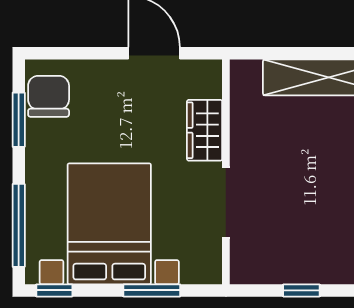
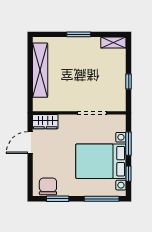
chair: (49, 96) -> (48, 186), turned 90
wardrobe: (205, 130) -> (45, 122), moved
window: (54, 290) -> (129, 174), moved

